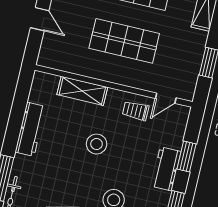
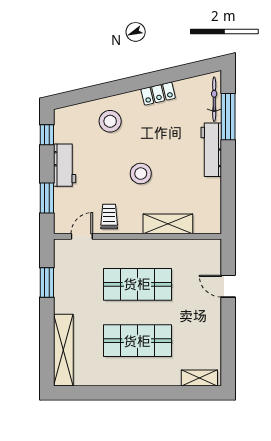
trolley: (136, 111) -> (109, 216), turned -90
workbench: (30, 129) -> (211, 150), moved
window: (187, 157) -> (47, 198), moved

